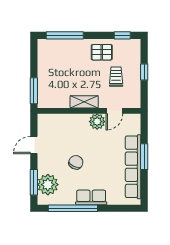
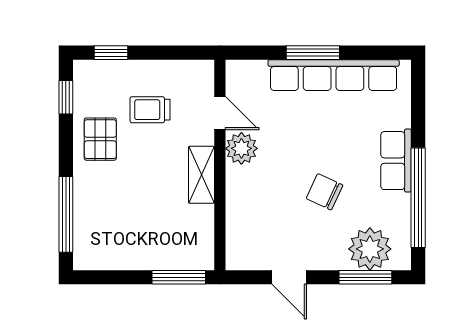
window: (144, 72) -> (111, 53), moved

